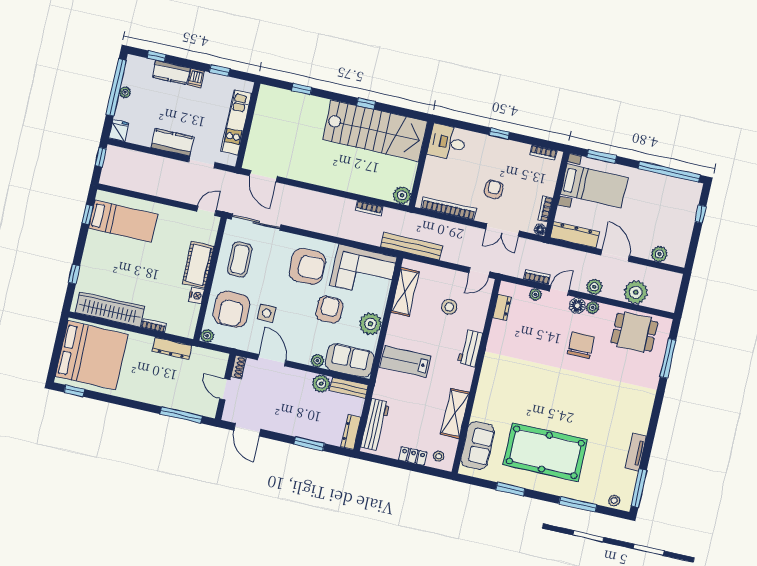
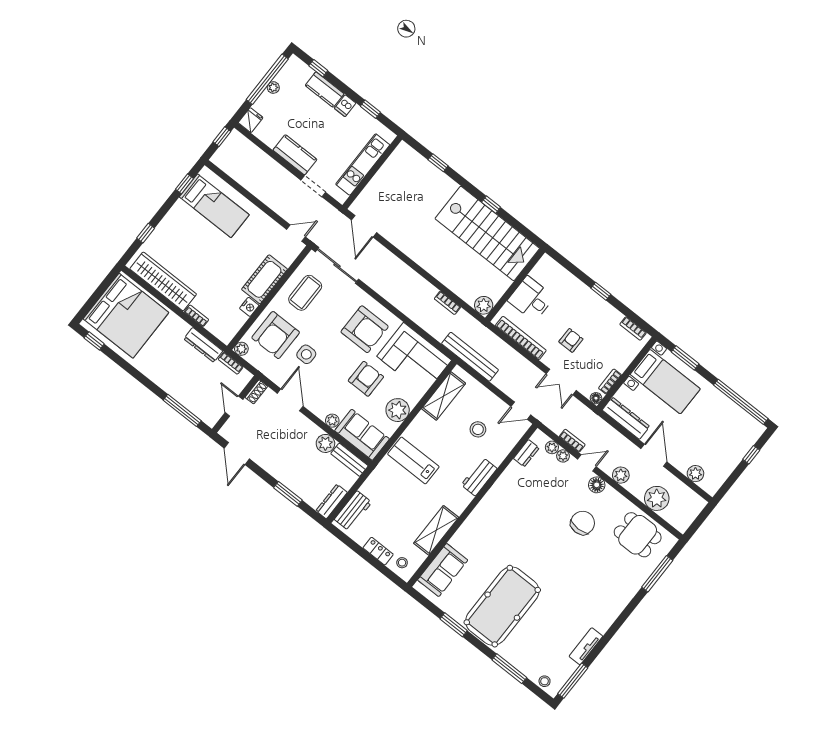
desk: (447, 142) -> (531, 299), moved
plant: (593, 307) -> (552, 447), moved
bookcase: (204, 353) -> (231, 363), added
workbench: (375, 425) -> (353, 511), width x0.73
pool table: (545, 452) -> (502, 606), turned 90

